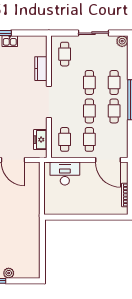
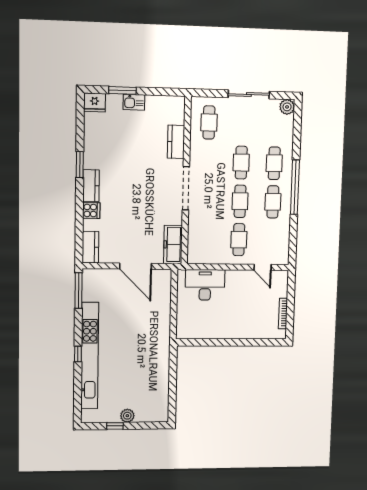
cafe table: (65, 139) -> (206, 239), removed
freezer: (40, 140) -> (173, 245), width x1.40
door: (108, 160) -> (263, 267), width x0.53

